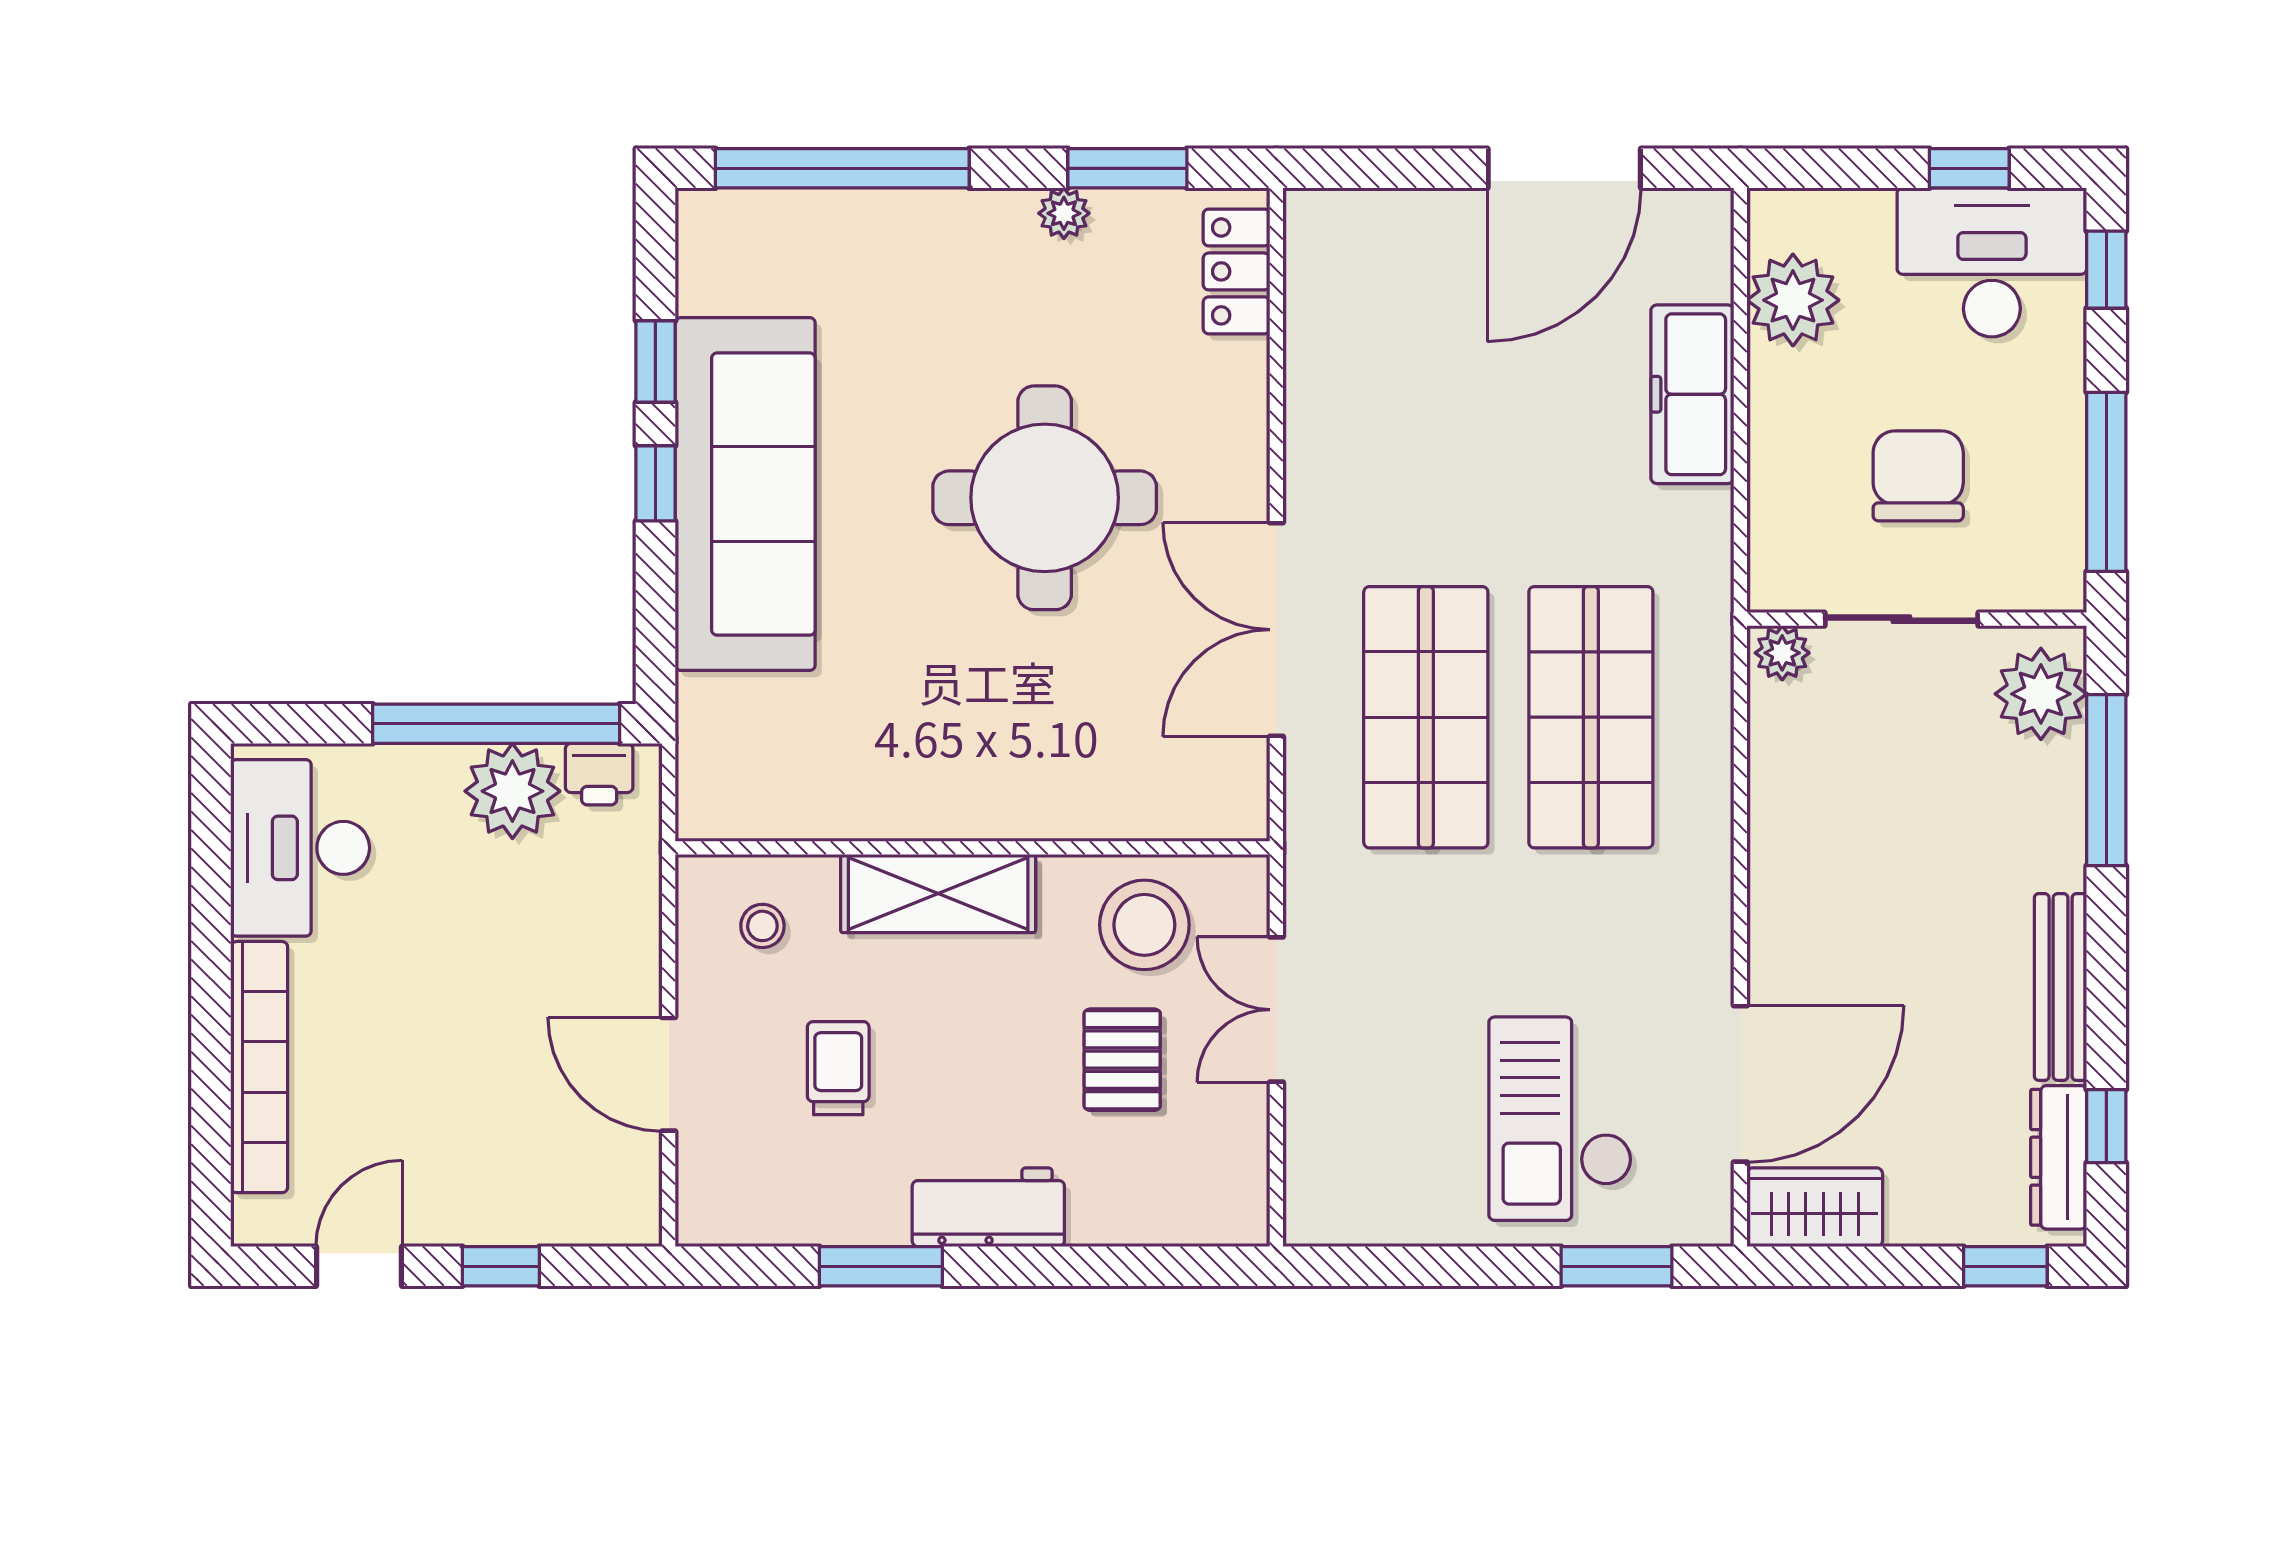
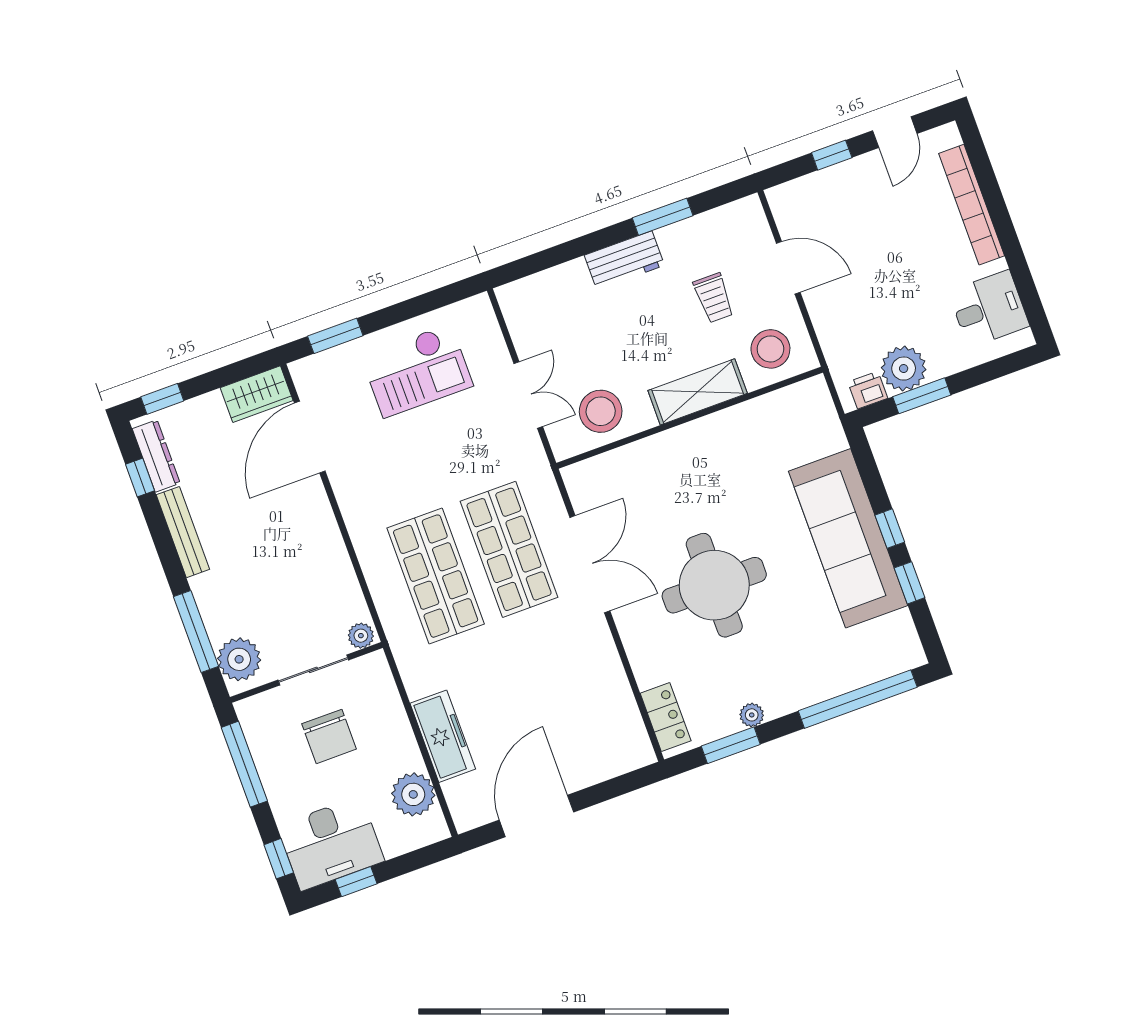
window: (496, 724) -> (922, 396), width x0.47
desk: (300, 848) -> (989, 309), width x0.73
stool: (762, 926) -> (770, 349), width x1.89, depth x1.89
pallet: (1122, 1060) -> (589, 348), removed
checkout: (1560, 1119) -> (417, 371), moved, turned 90

